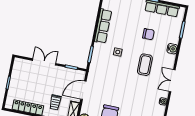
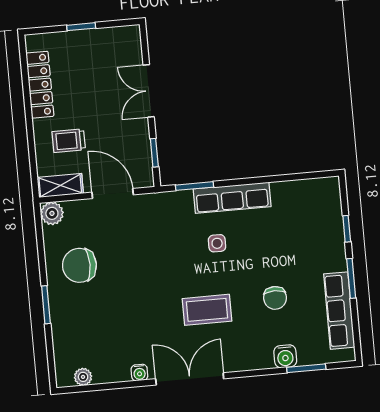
row of seats: (103, 26) -> (232, 198), moved
water cooler: (172, 49) -> (285, 356), moved
double door: (44, 62) -> (149, 91), swing flipped
double door: (172, 81) -> (190, 379), width x1.37

